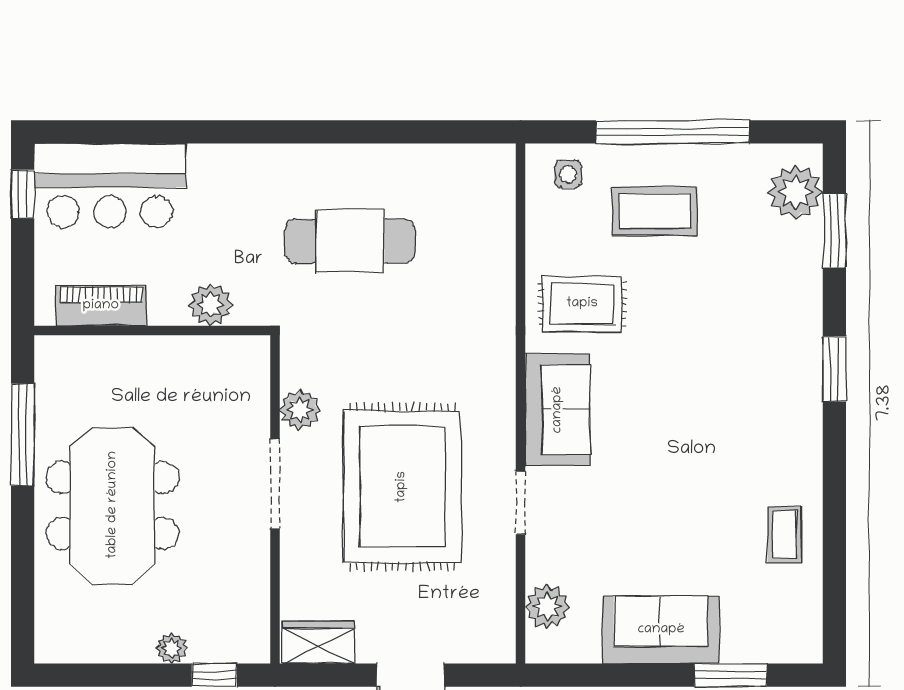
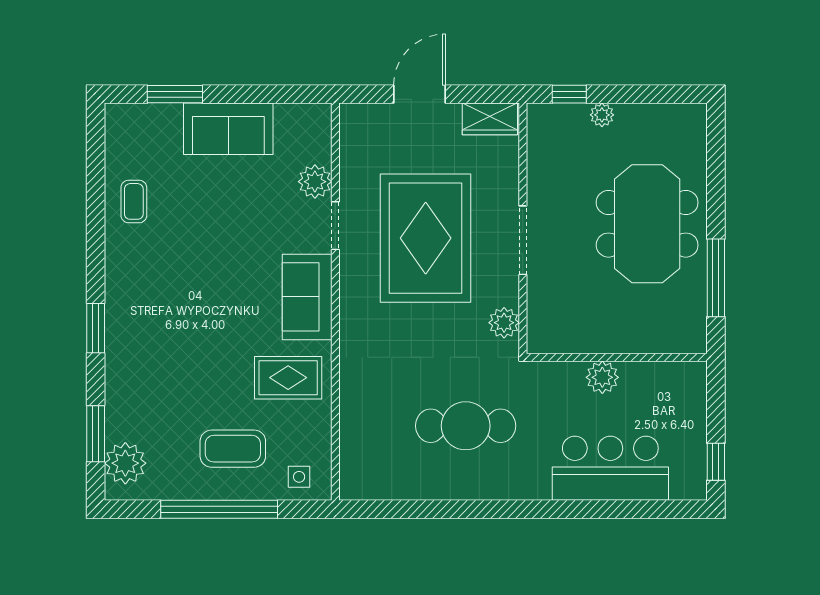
bar counter: (110, 185) -> (610, 468), moved
plant: (210, 305) -> (602, 377), moved
piano: (101, 306) -> (656, 376), removed
plant: (300, 410) -> (504, 323), moved
plant: (547, 607) -> (315, 182), moved

